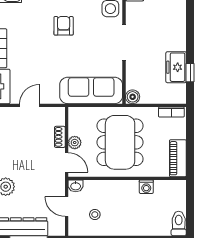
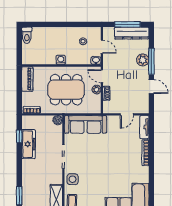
armchair: (64, 26) -> (104, 168), removed
freezer: (176, 67) -> (29, 144), width x1.40
dining table: (120, 142) -> (66, 90), turned 90
washing machine: (146, 187) -> (61, 60), moved

